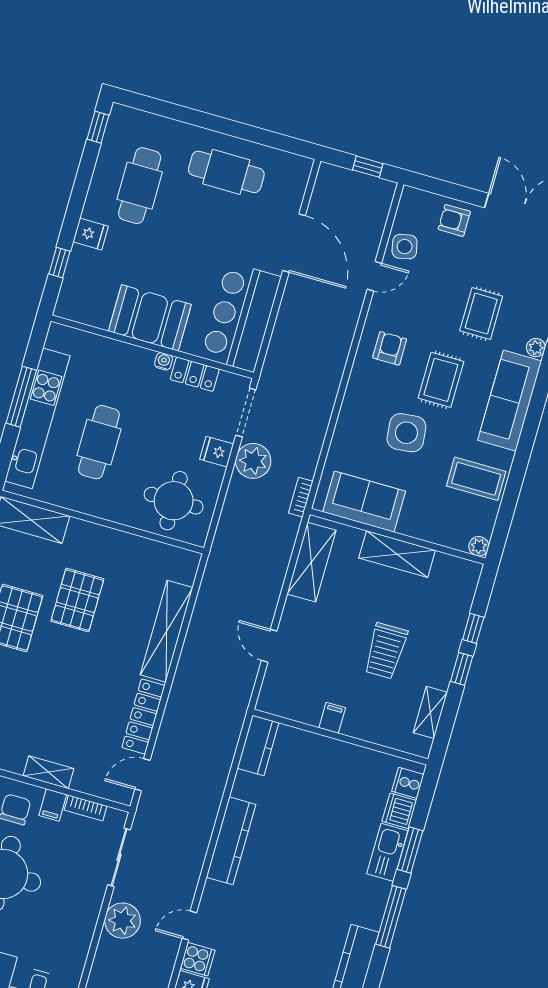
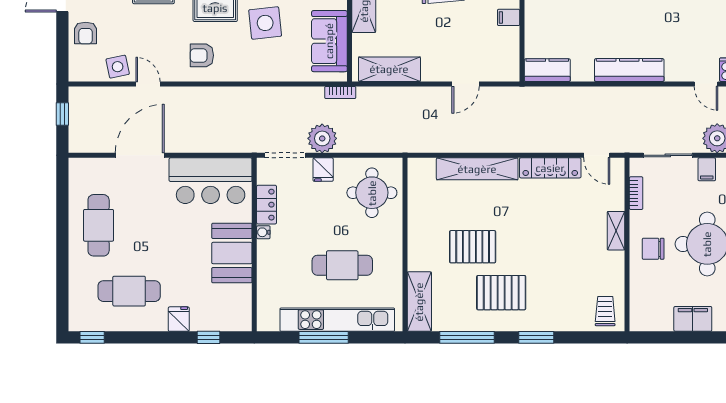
filing cabinet: (53, 805) -> (707, 169), moved, turned 90

